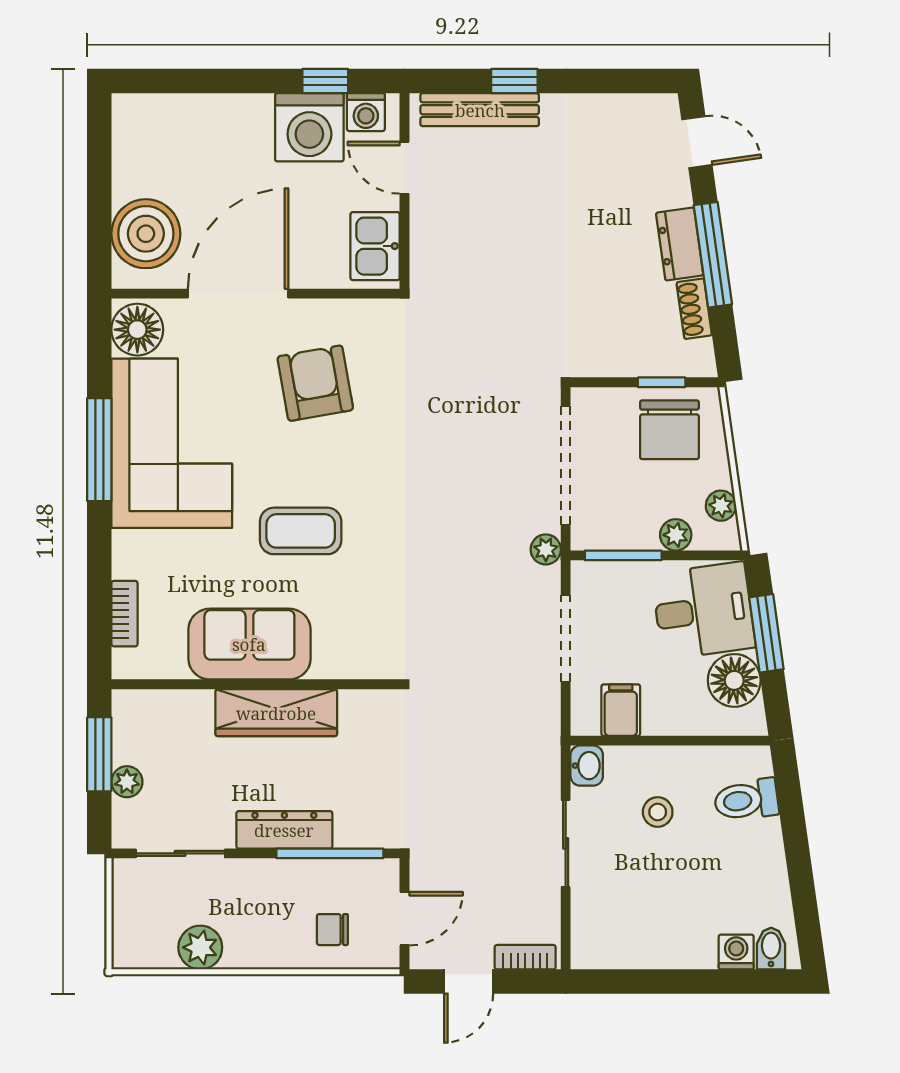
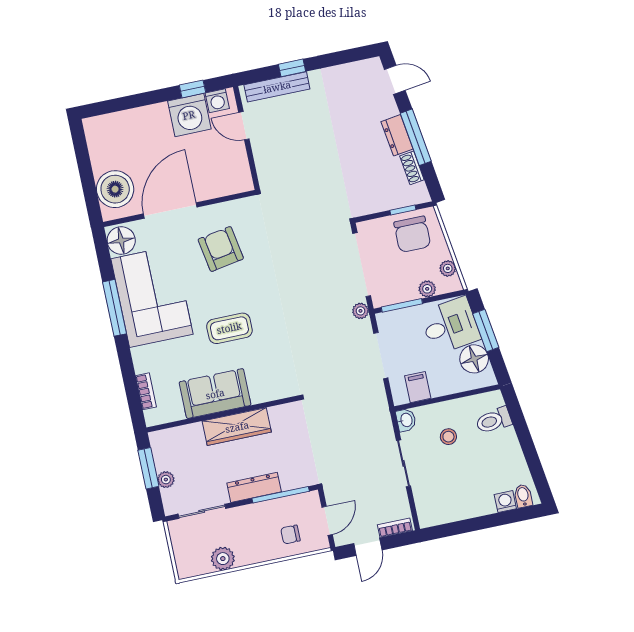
kitchen sink: (375, 246) -> (237, 170), removed

